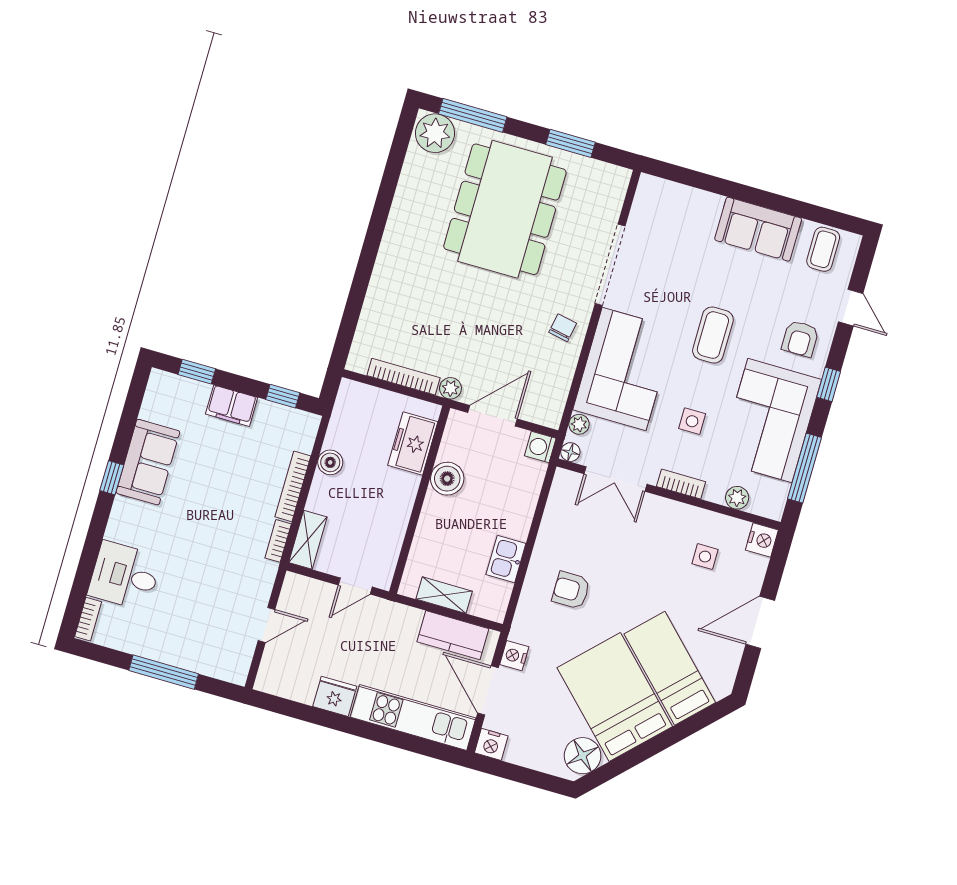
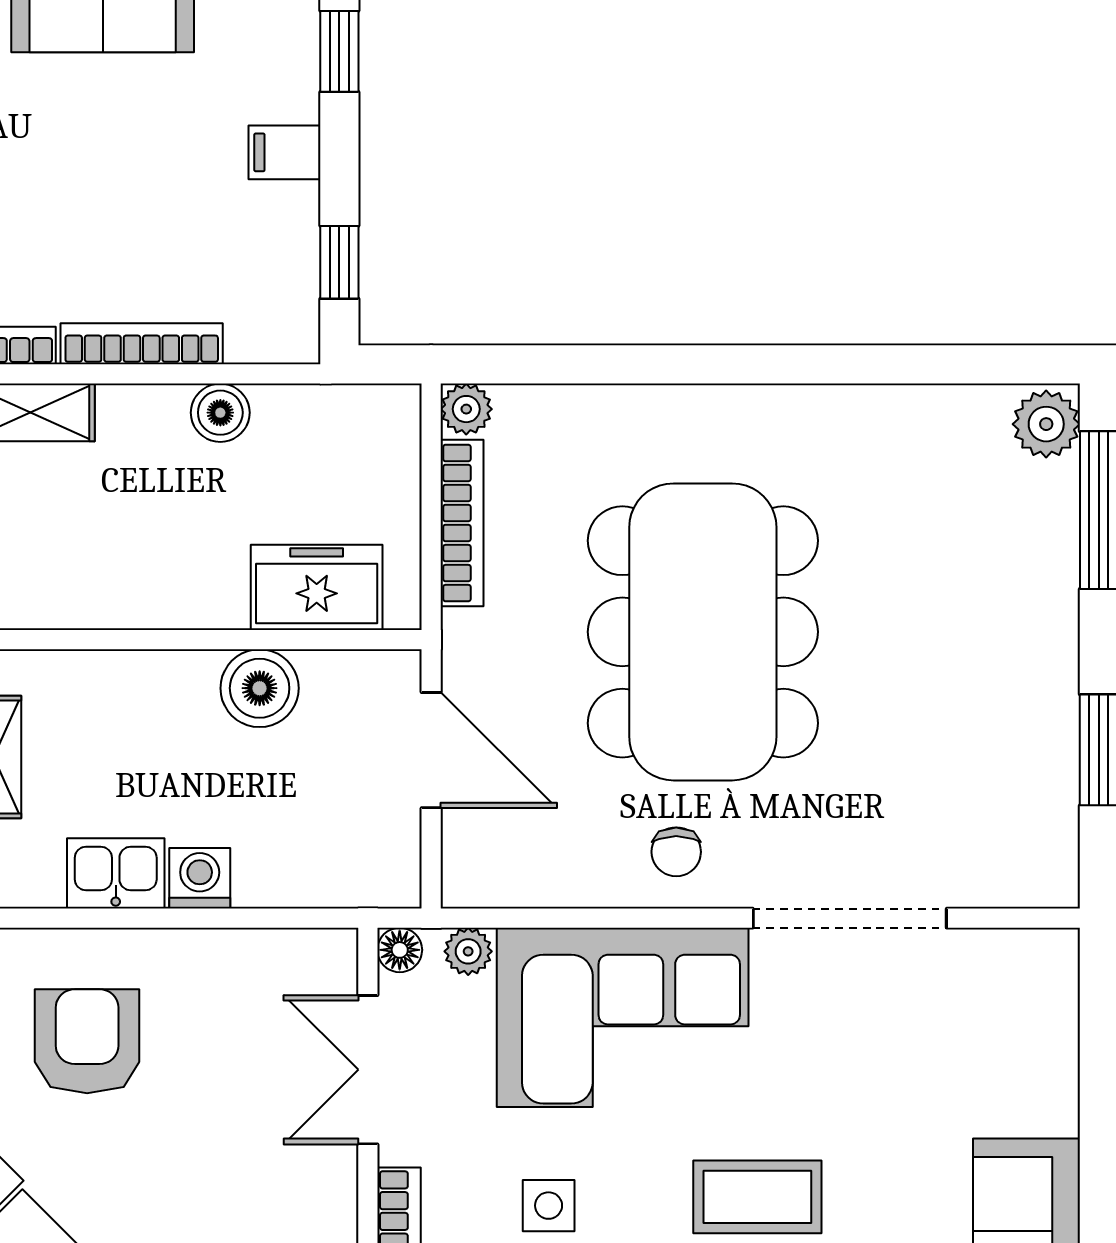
plant: (435, 133) -> (1046, 424), width x0.73, depth x0.73
dining table: (505, 209) -> (703, 632), moved, turned 90
chair: (563, 328) -> (676, 852), turned 79
plant: (450, 388) -> (466, 409), moved
filing cabinet: (232, 406) -> (285, 152), width x0.50
washing machine: (540, 447) -> (200, 878), moved
armchair: (571, 590) -> (87, 1041), width x1.38, depth x1.38

